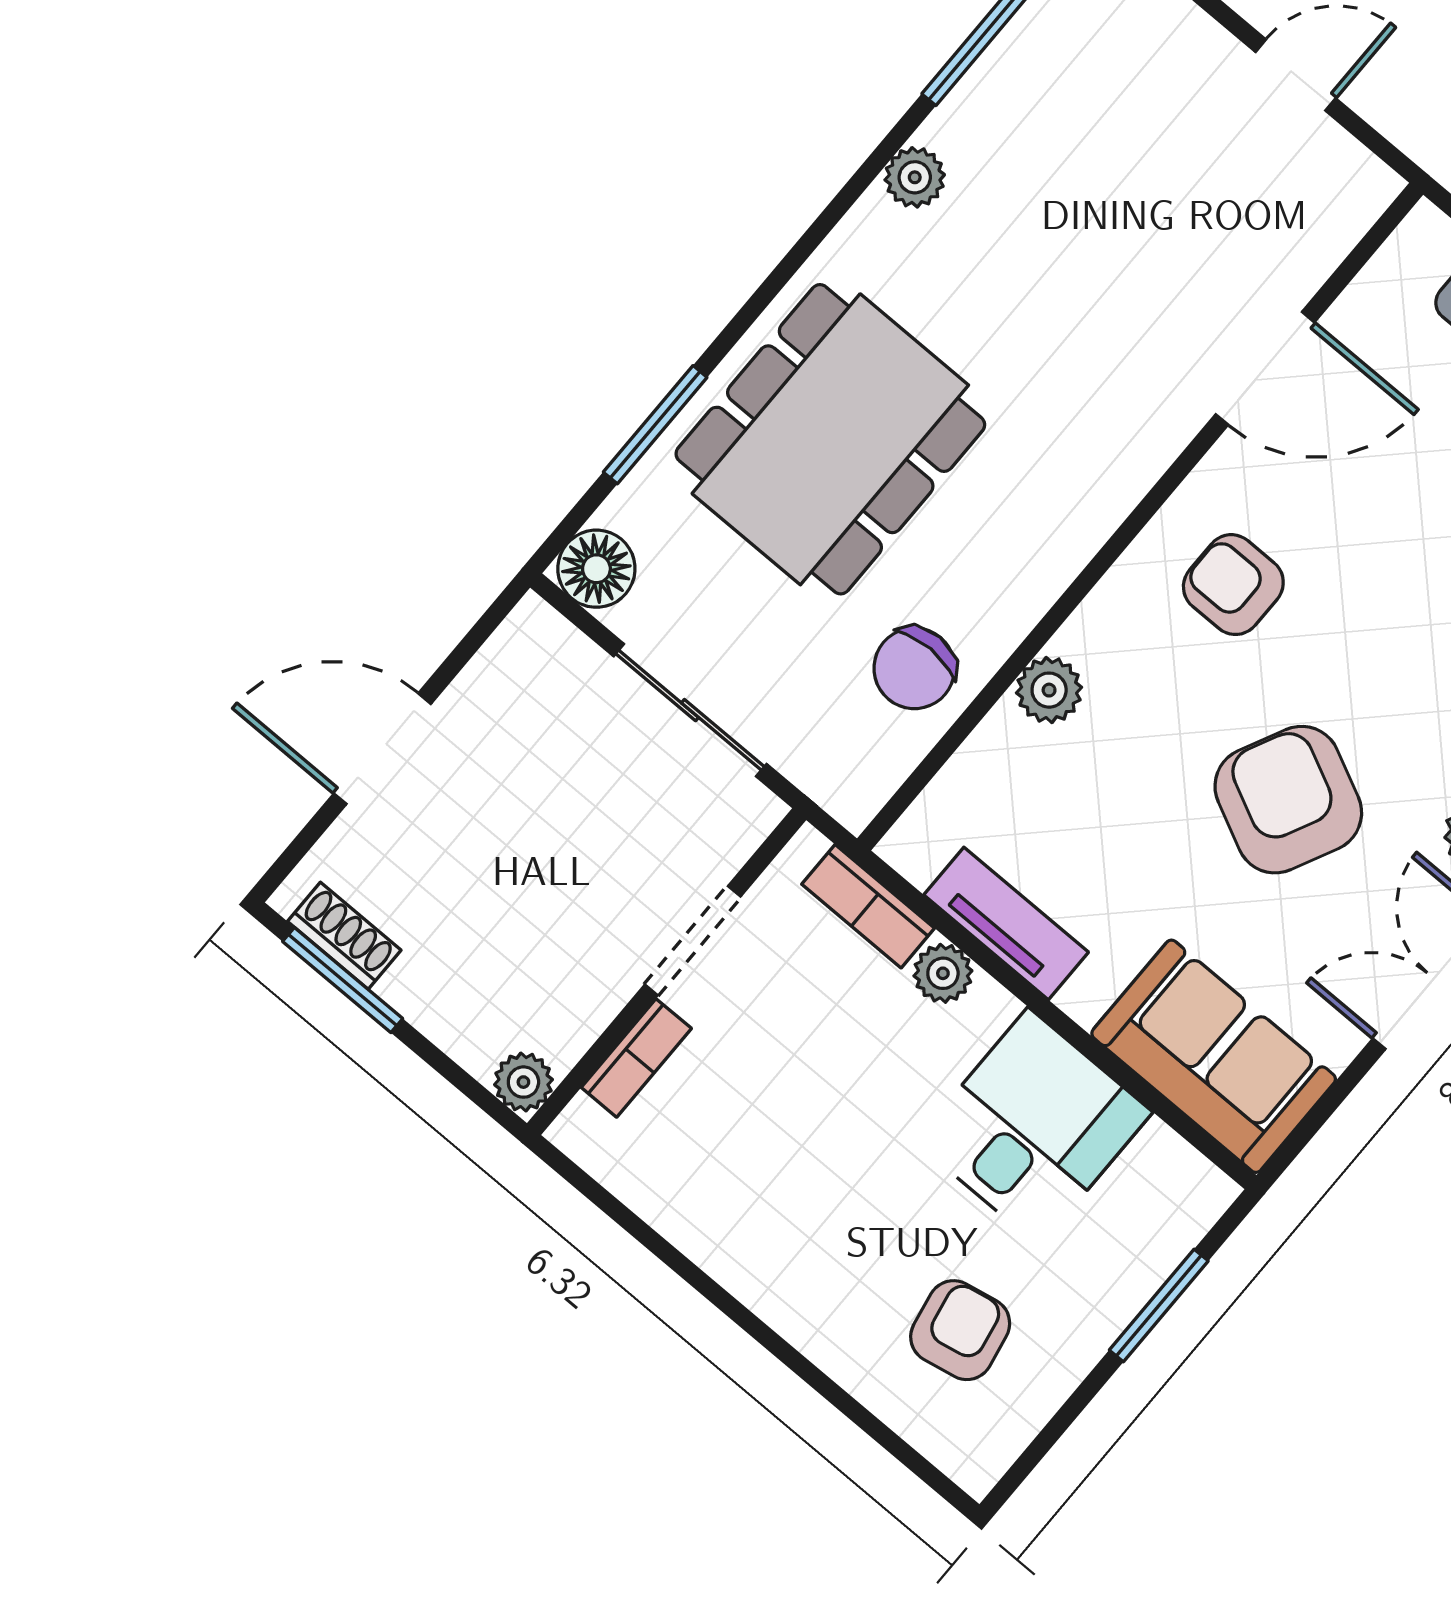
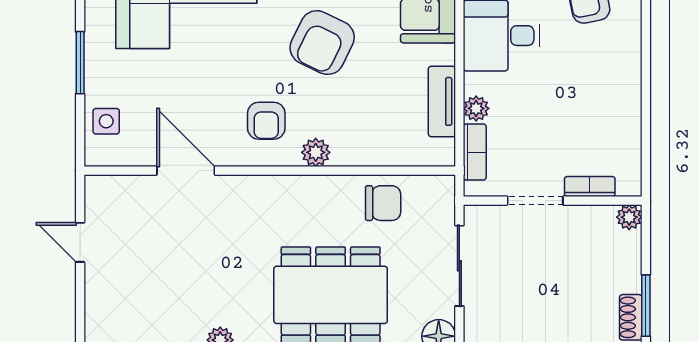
plant: (1049, 690) -> (316, 152), moved

